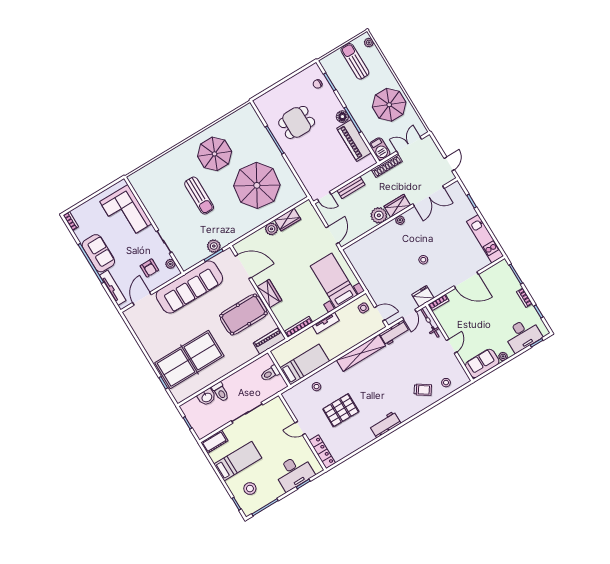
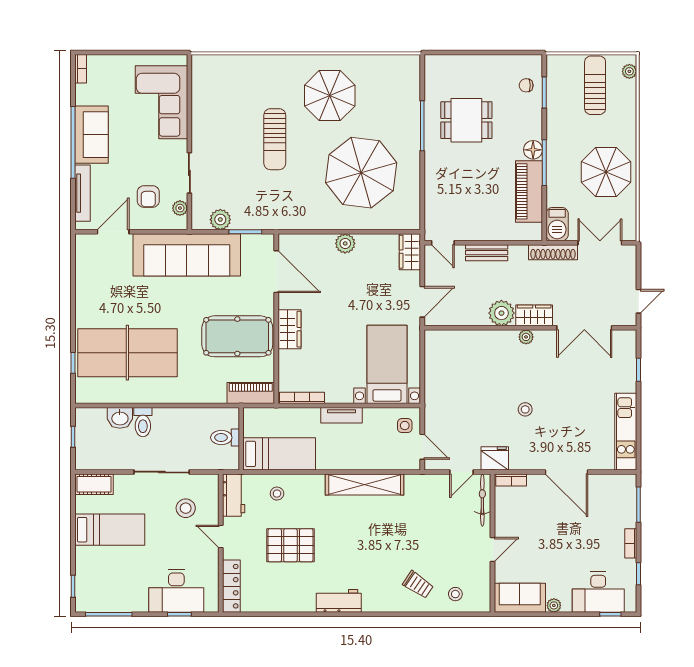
wardrobe: (288, 220) -> (410, 252), moved, turned 90
plant: (214, 246) -> (220, 220), moved
workbench: (395, 333) -> (234, 495), moved, turned -90
stool: (250, 489) -> (186, 508), moved

